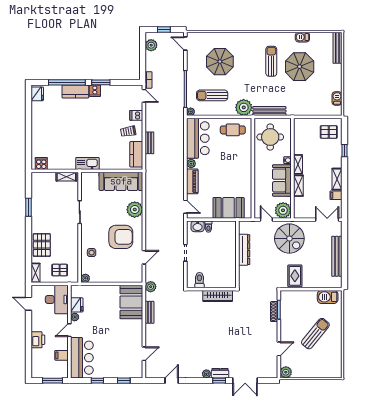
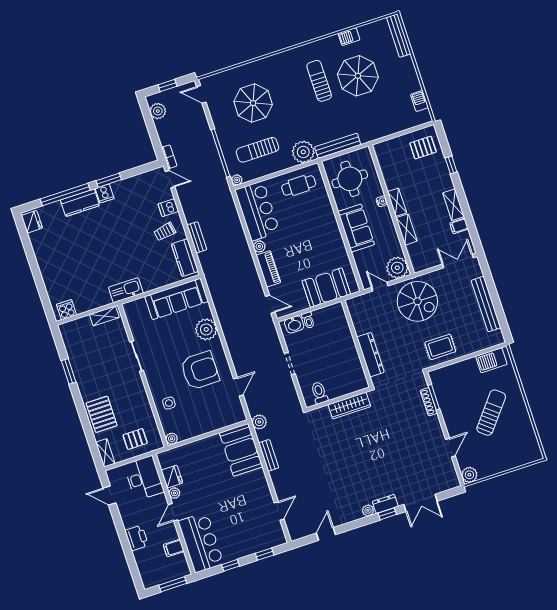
sofa: (282, 180) -> (356, 228), moved, turned 180
dresser: (244, 250) -> (370, 355), moved
rug: (295, 276) -> (440, 347), turned 90

